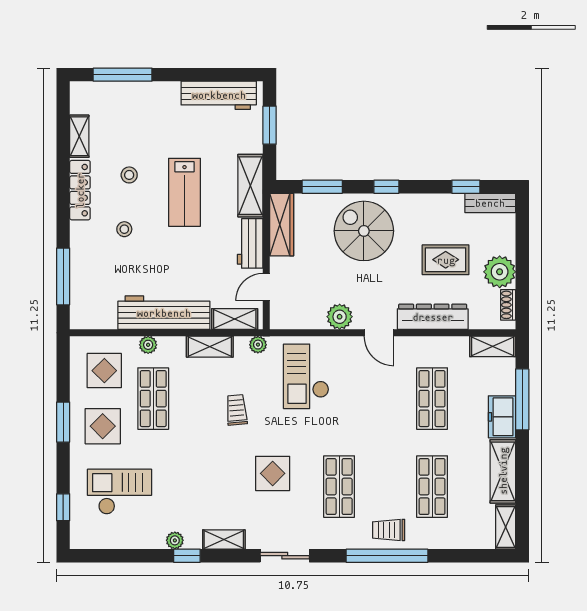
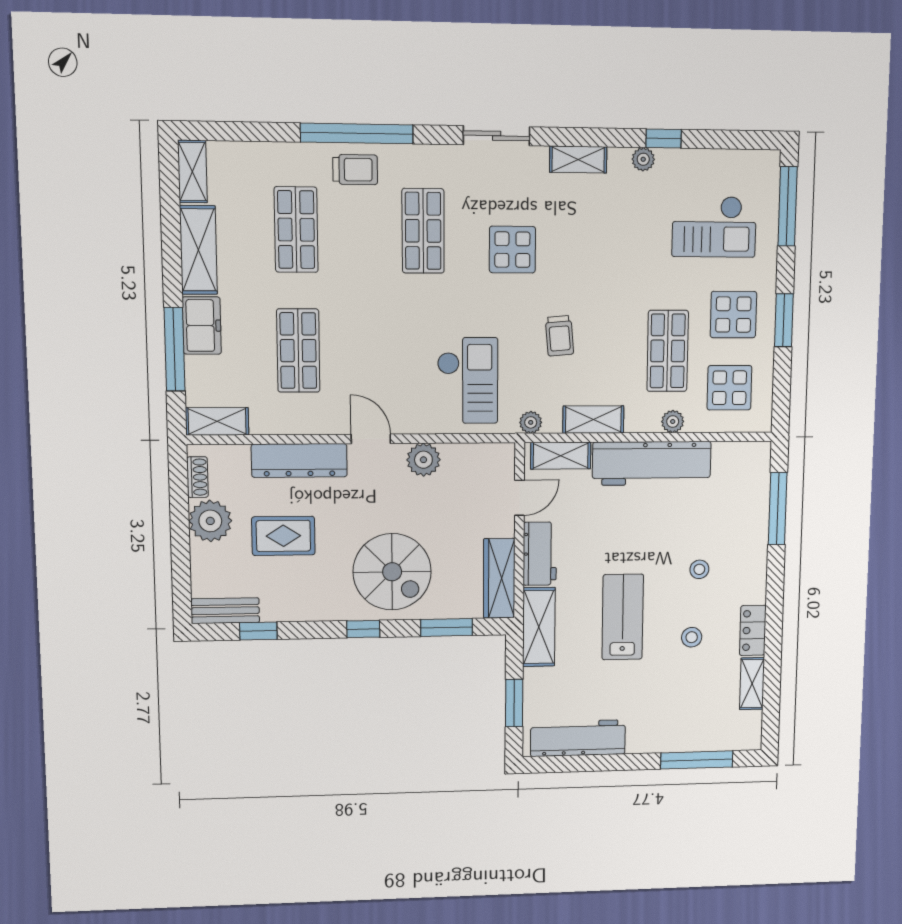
locker: (80, 190) -> (753, 630), width x0.66
window: (63, 507) -> (788, 206), width x2.17
window: (187, 556) -> (664, 139), moved

